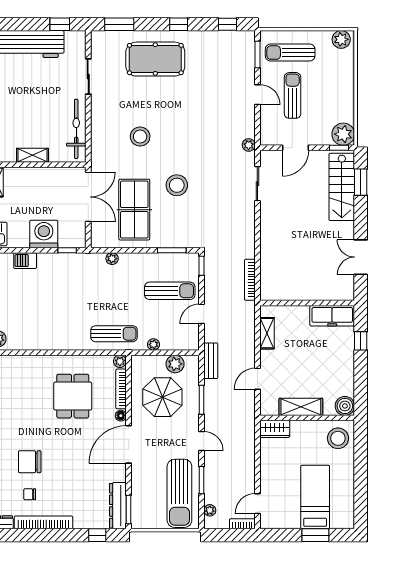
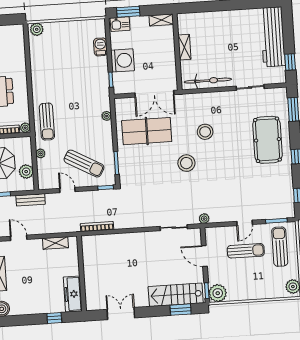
stool: (177, 185) -> (186, 163), moved
sun lounger: (170, 291) -> (84, 164), turned -61

